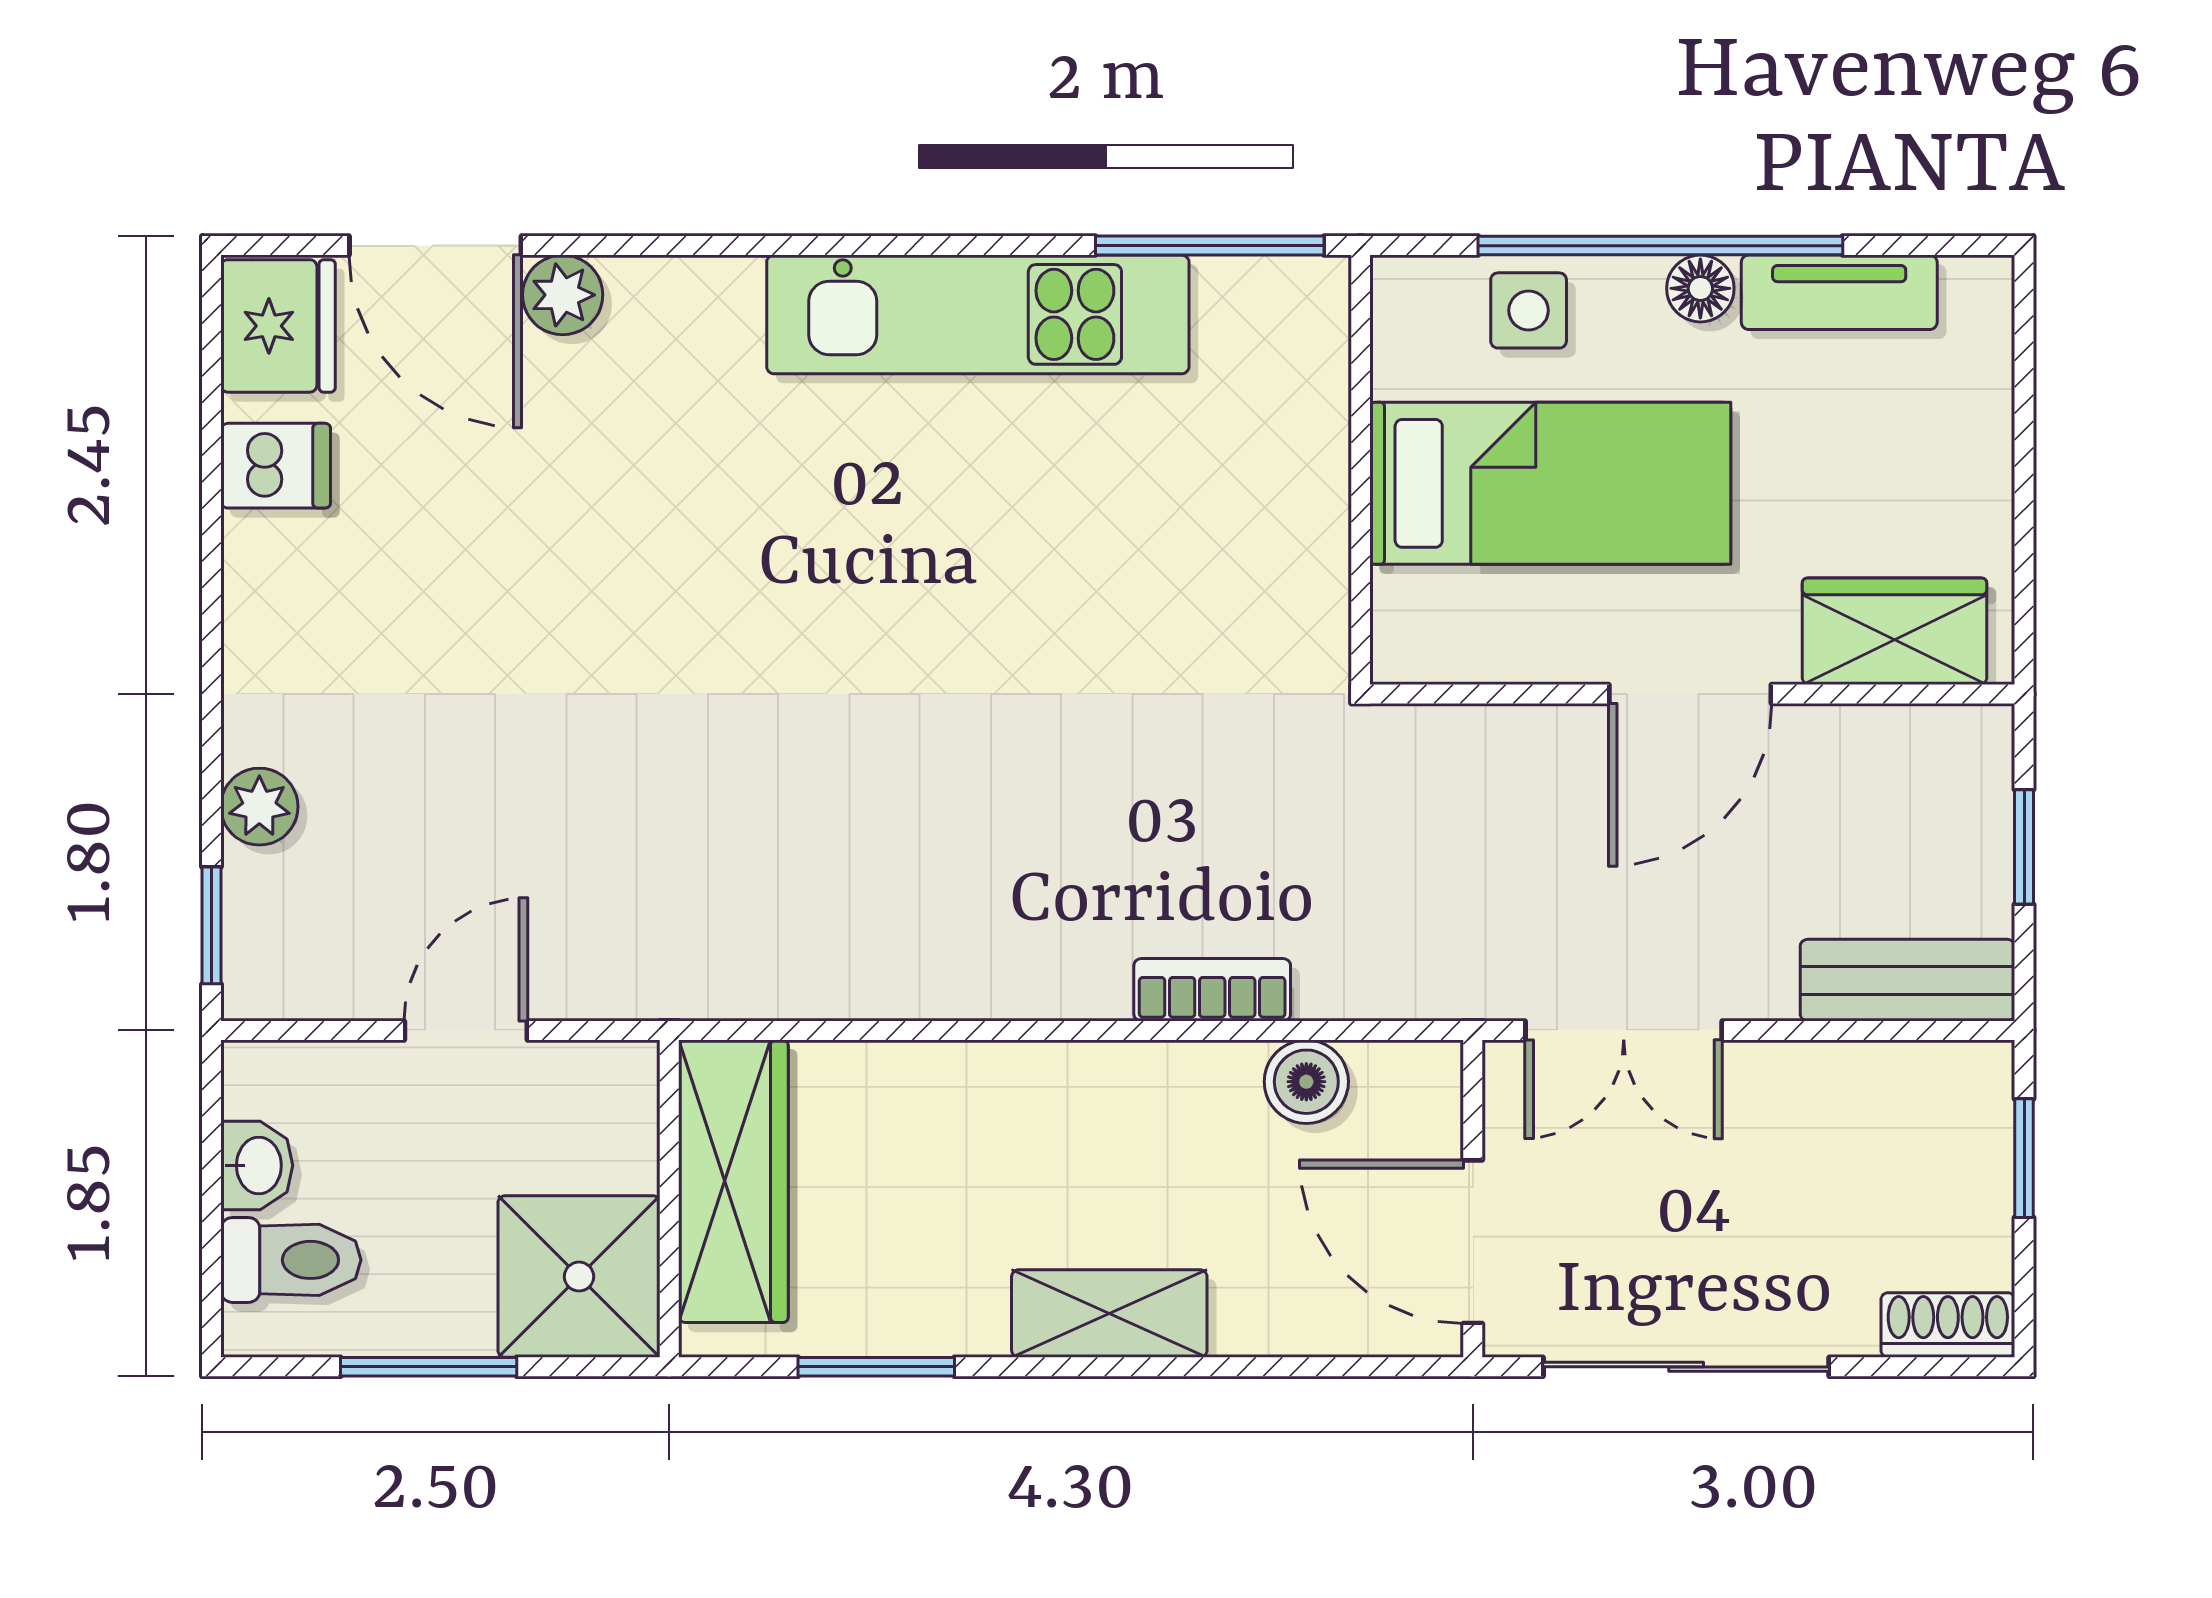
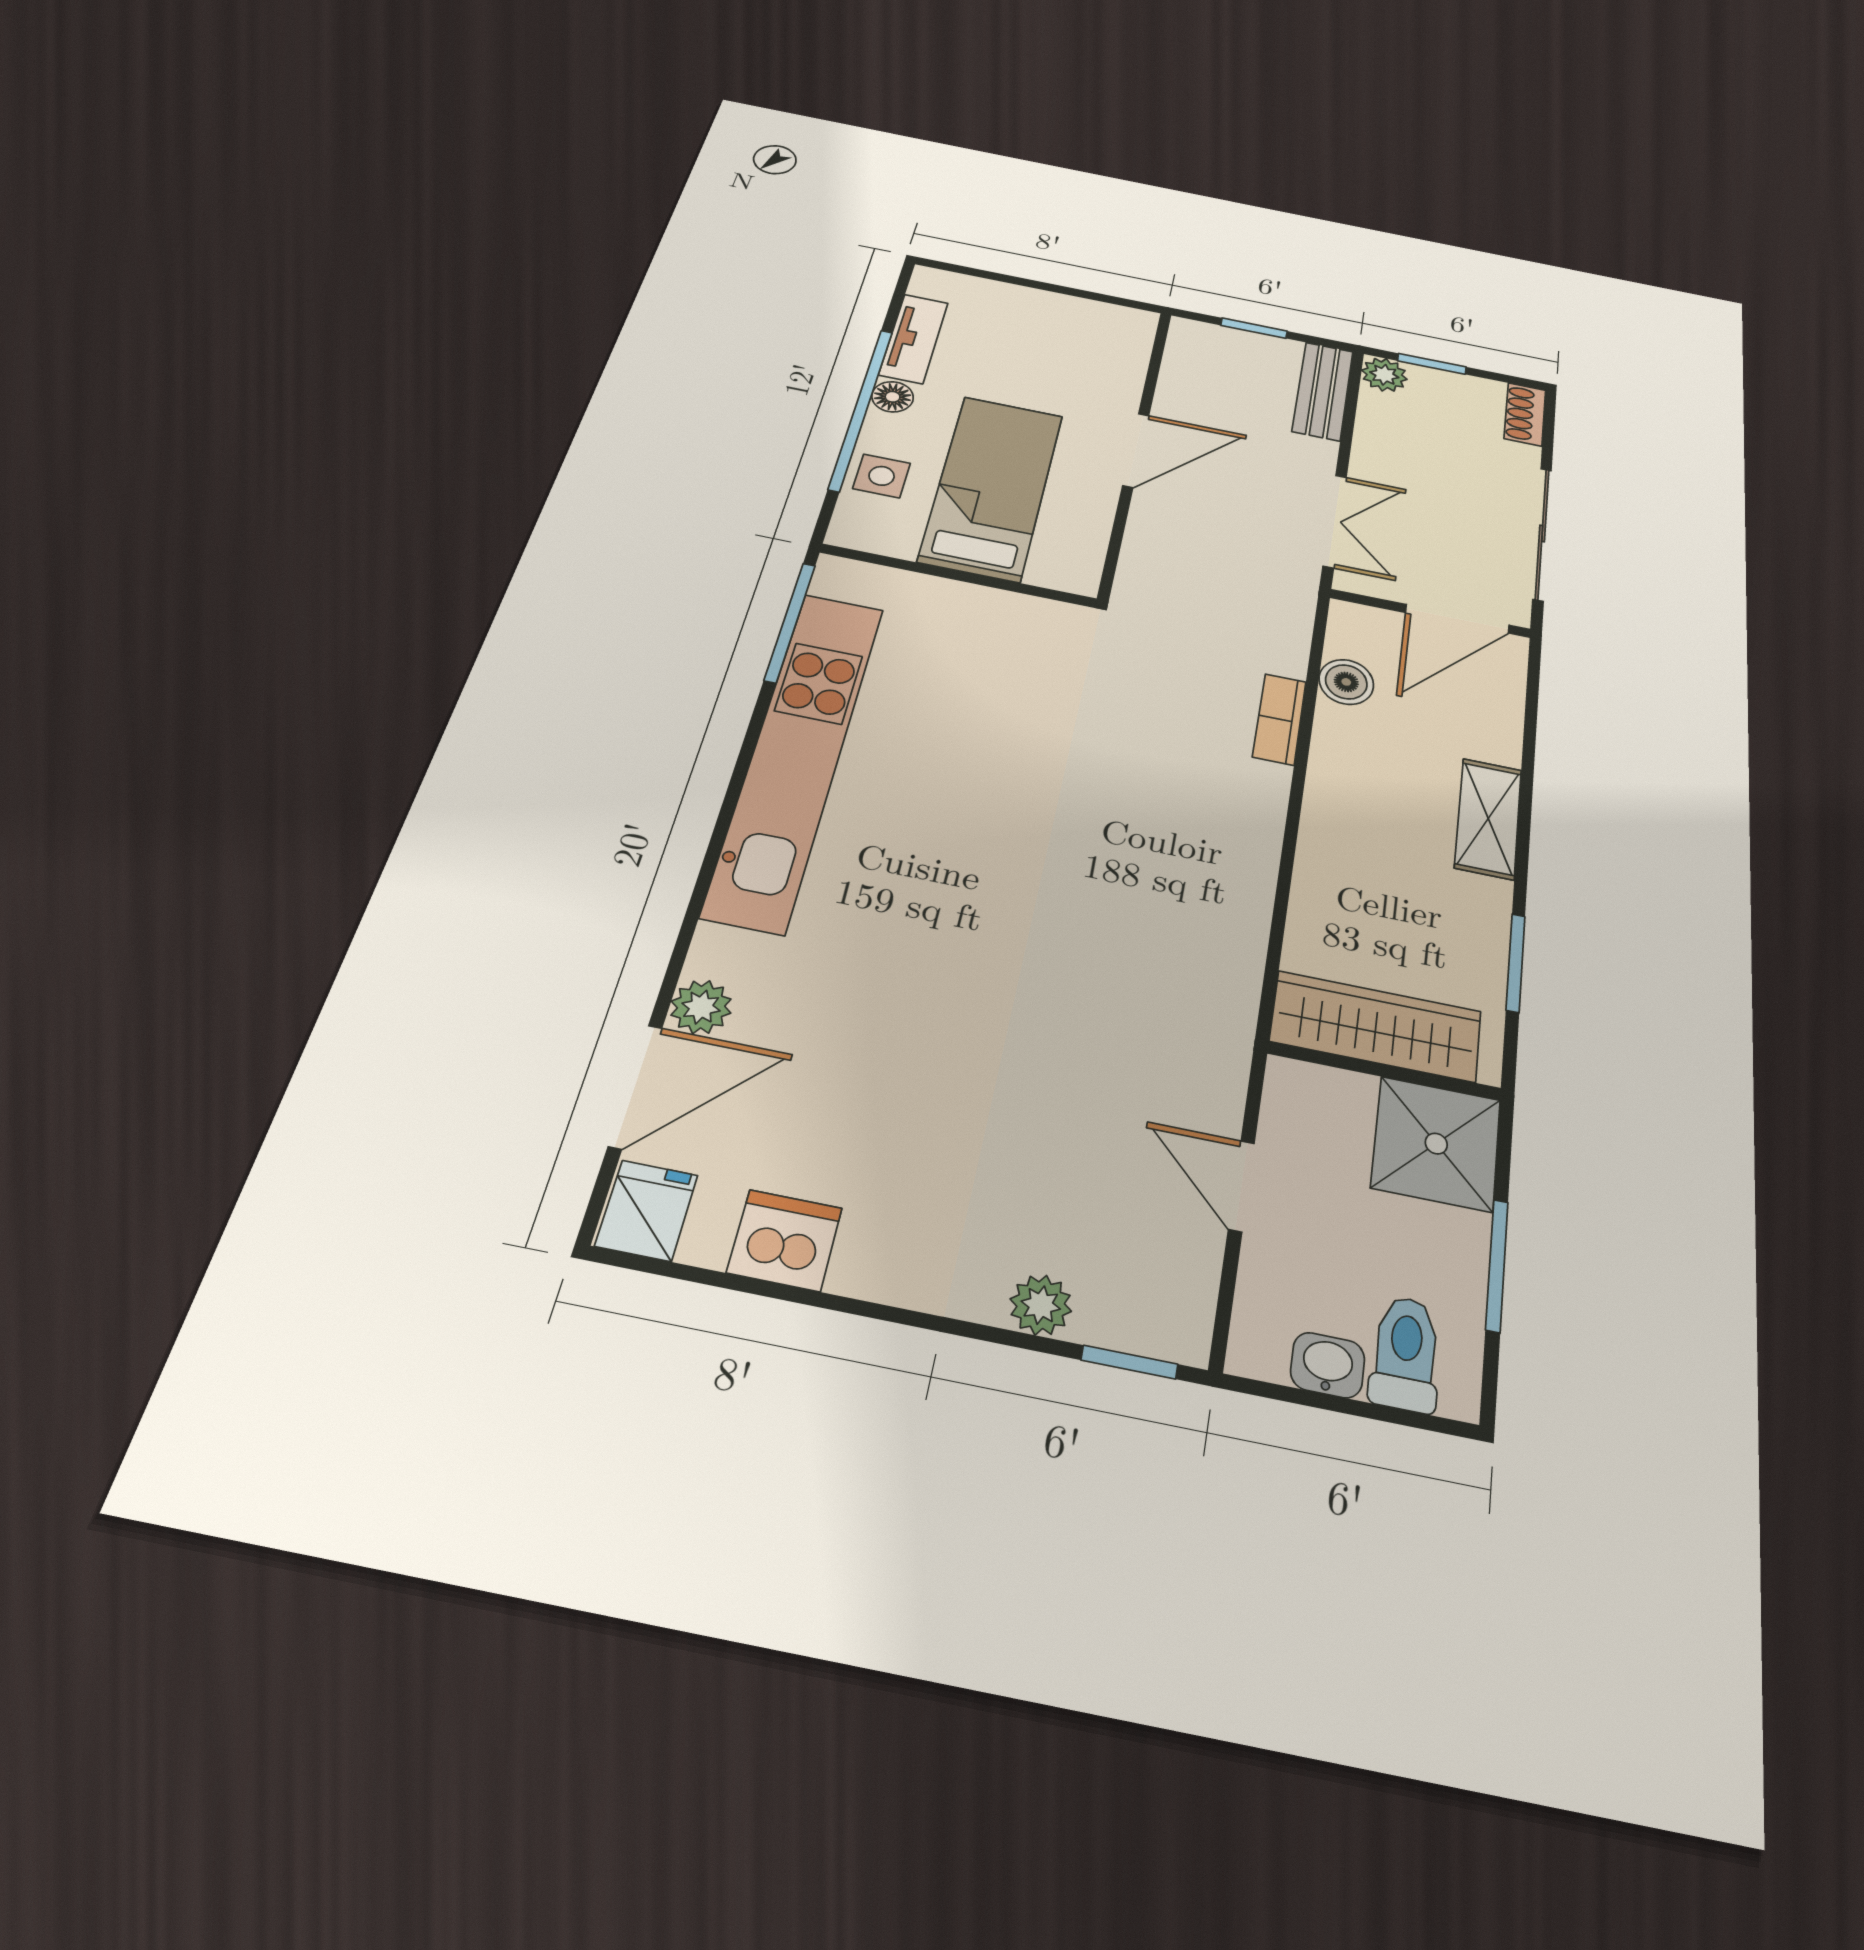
kitchen unit: (978, 314) -> (796, 756), width x1.36
fridge: (278, 326) -> (647, 1211), width x0.72
dishwasher: (276, 466) -> (785, 1240), width x1.38
wardrobe: (1895, 631) -> (1118, 356), removed
door: (1690, 694) -> (1136, 450), hinge flipped
plant: (1975, 1080) -> (1384, 375), added

